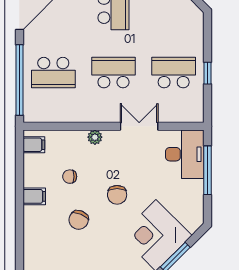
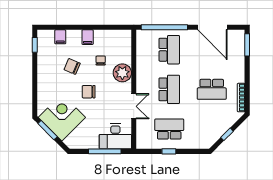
school desk: (53, 73) -> (169, 50), turned 180
school desk: (174, 73) -> (169, 129), turned -90
plant: (95, 137) -> (122, 73), width x1.88, depth x1.88
filing cabinet: (34, 145) -> (60, 37), moved

